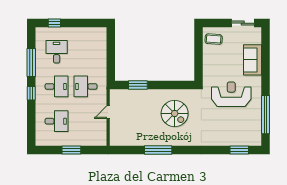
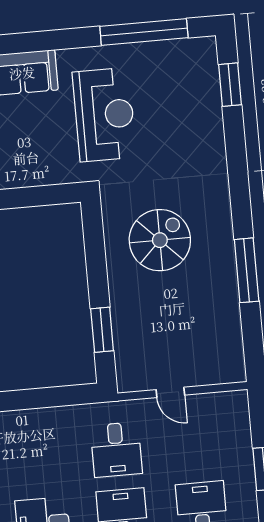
reception desk: (231, 94) -> (104, 115), turned 180

